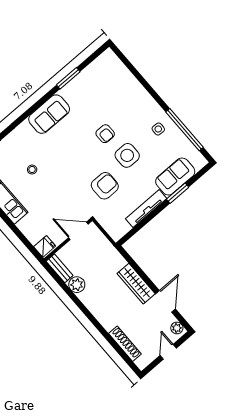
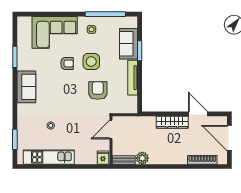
corner sofa: (125, 96) -> (55, 32), added
plant: (177, 328) -> (220, 121), removed
door: (168, 352) -> (229, 138), width x1.87

